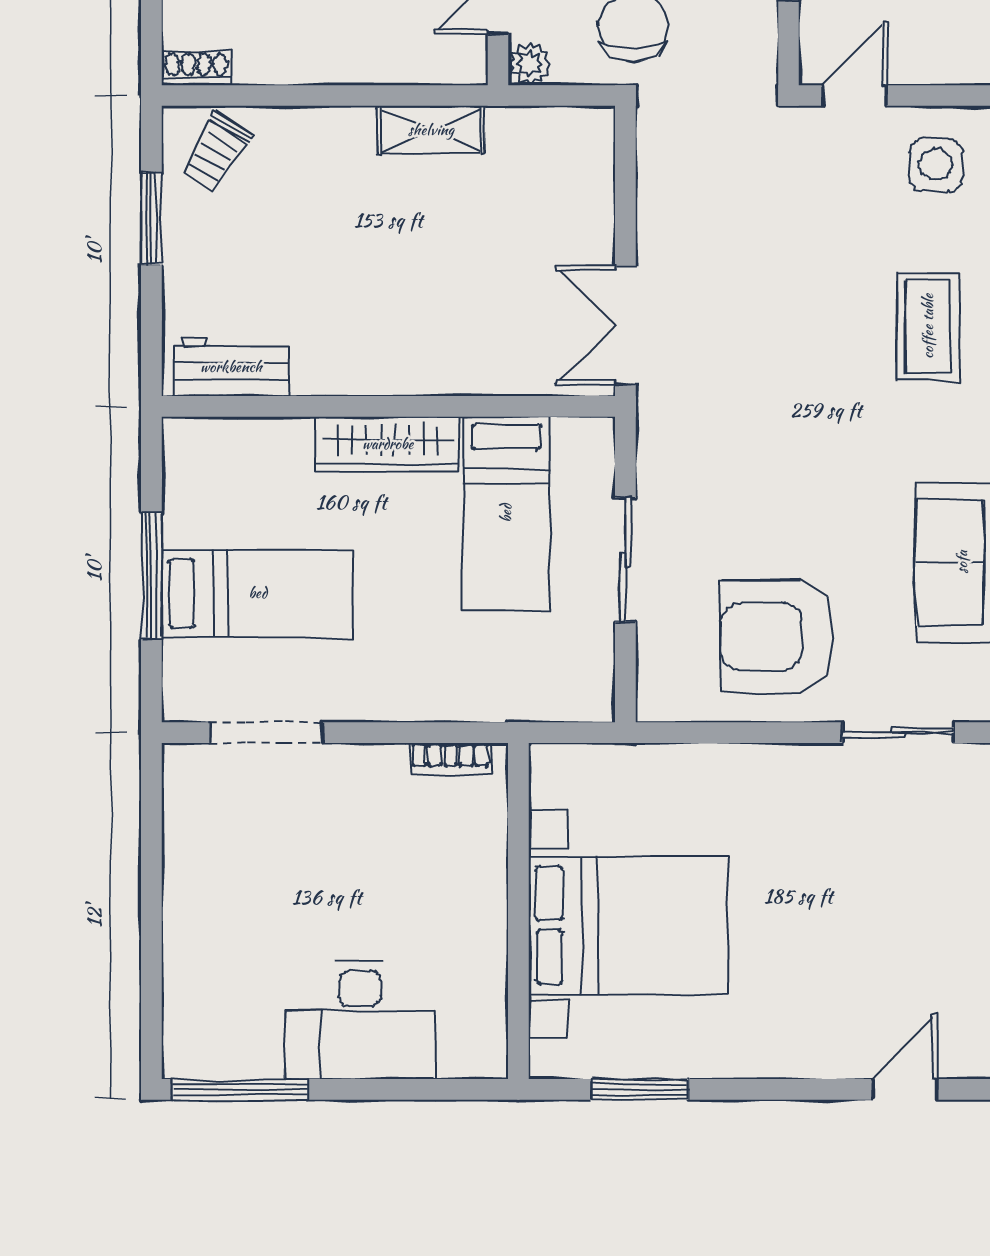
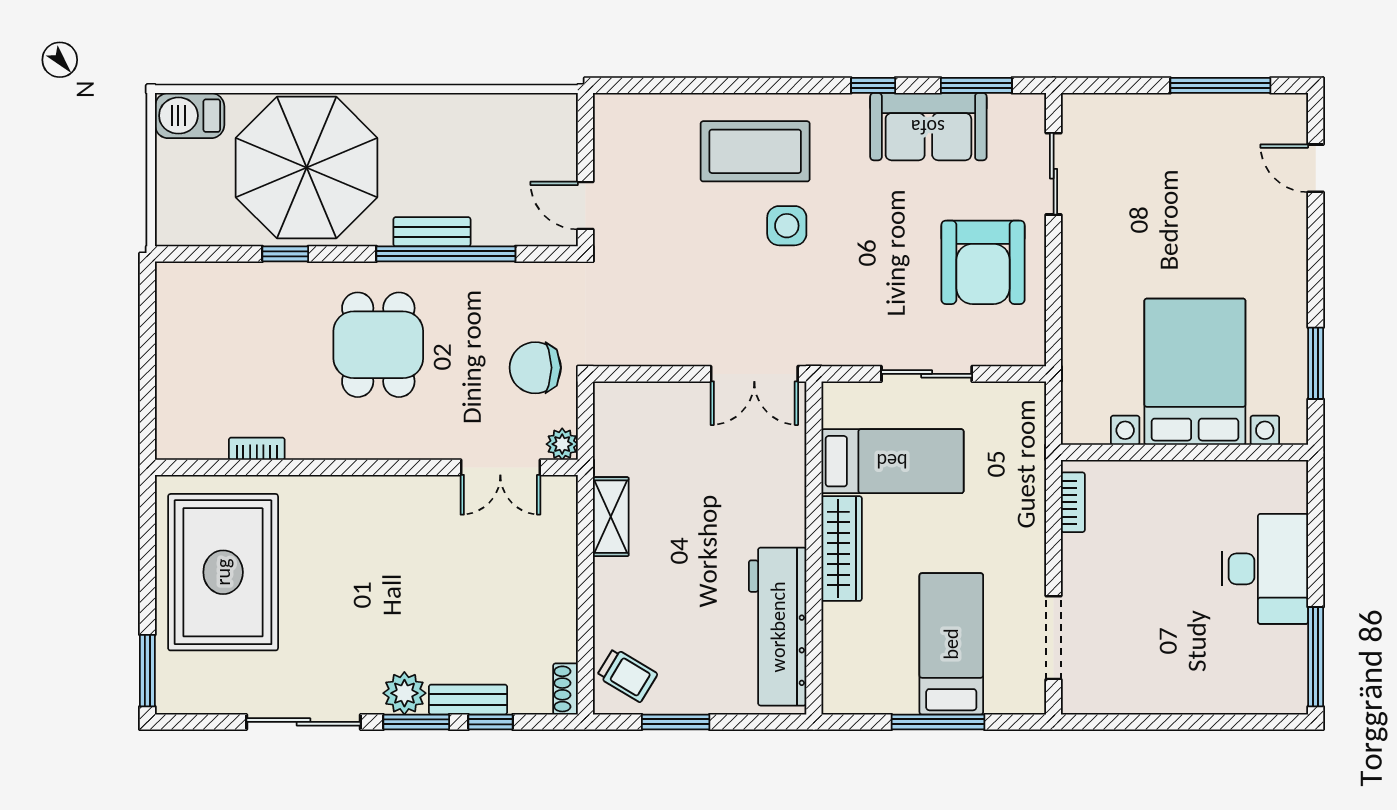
side table: (936, 165) -> (787, 226), moved
coffee table: (928, 326) -> (755, 151), width x1.36, depth x1.32
workbench: (231, 367) -> (778, 627), width x1.88, depth x1.32

